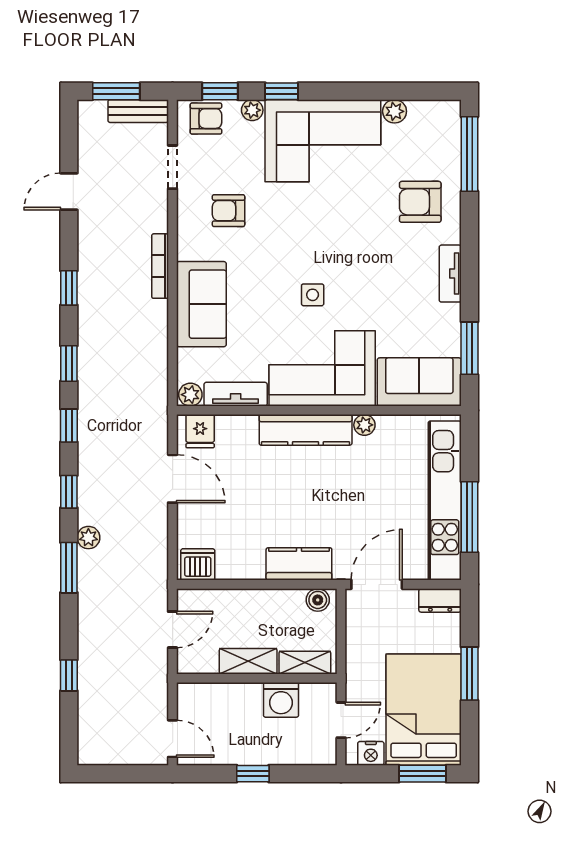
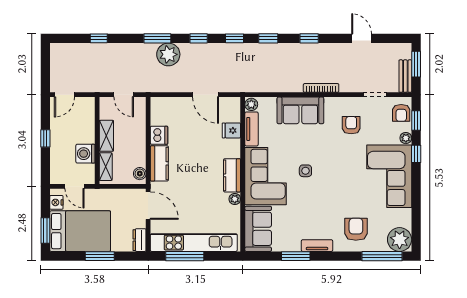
plant: (395, 111) -> (400, 240), moved, width x1.87, depth x1.87
window: (470, 348) -> (296, 256), moved
kitchen counter: (306, 430) -> (232, 175), width x0.67
fridge: (200, 431) -> (231, 130), moved
door: (173, 479) -> (206, 95), hinge flipped
plant: (88, 538) -> (168, 54), width x1.87, depth x1.87
dishwasher: (198, 564) -> (159, 135), moved

